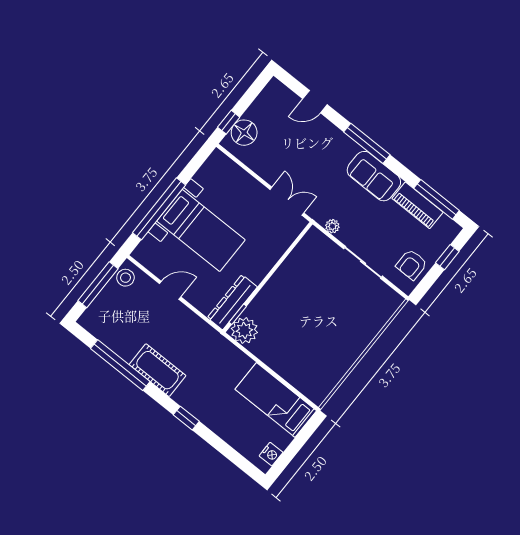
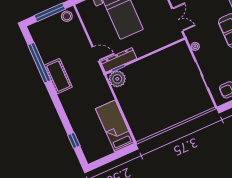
door: (170, 290) -> (96, 54), moved
window: (186, 418) -> (74, 140), moved
nightstand: (271, 454) -> (97, 154), removed

